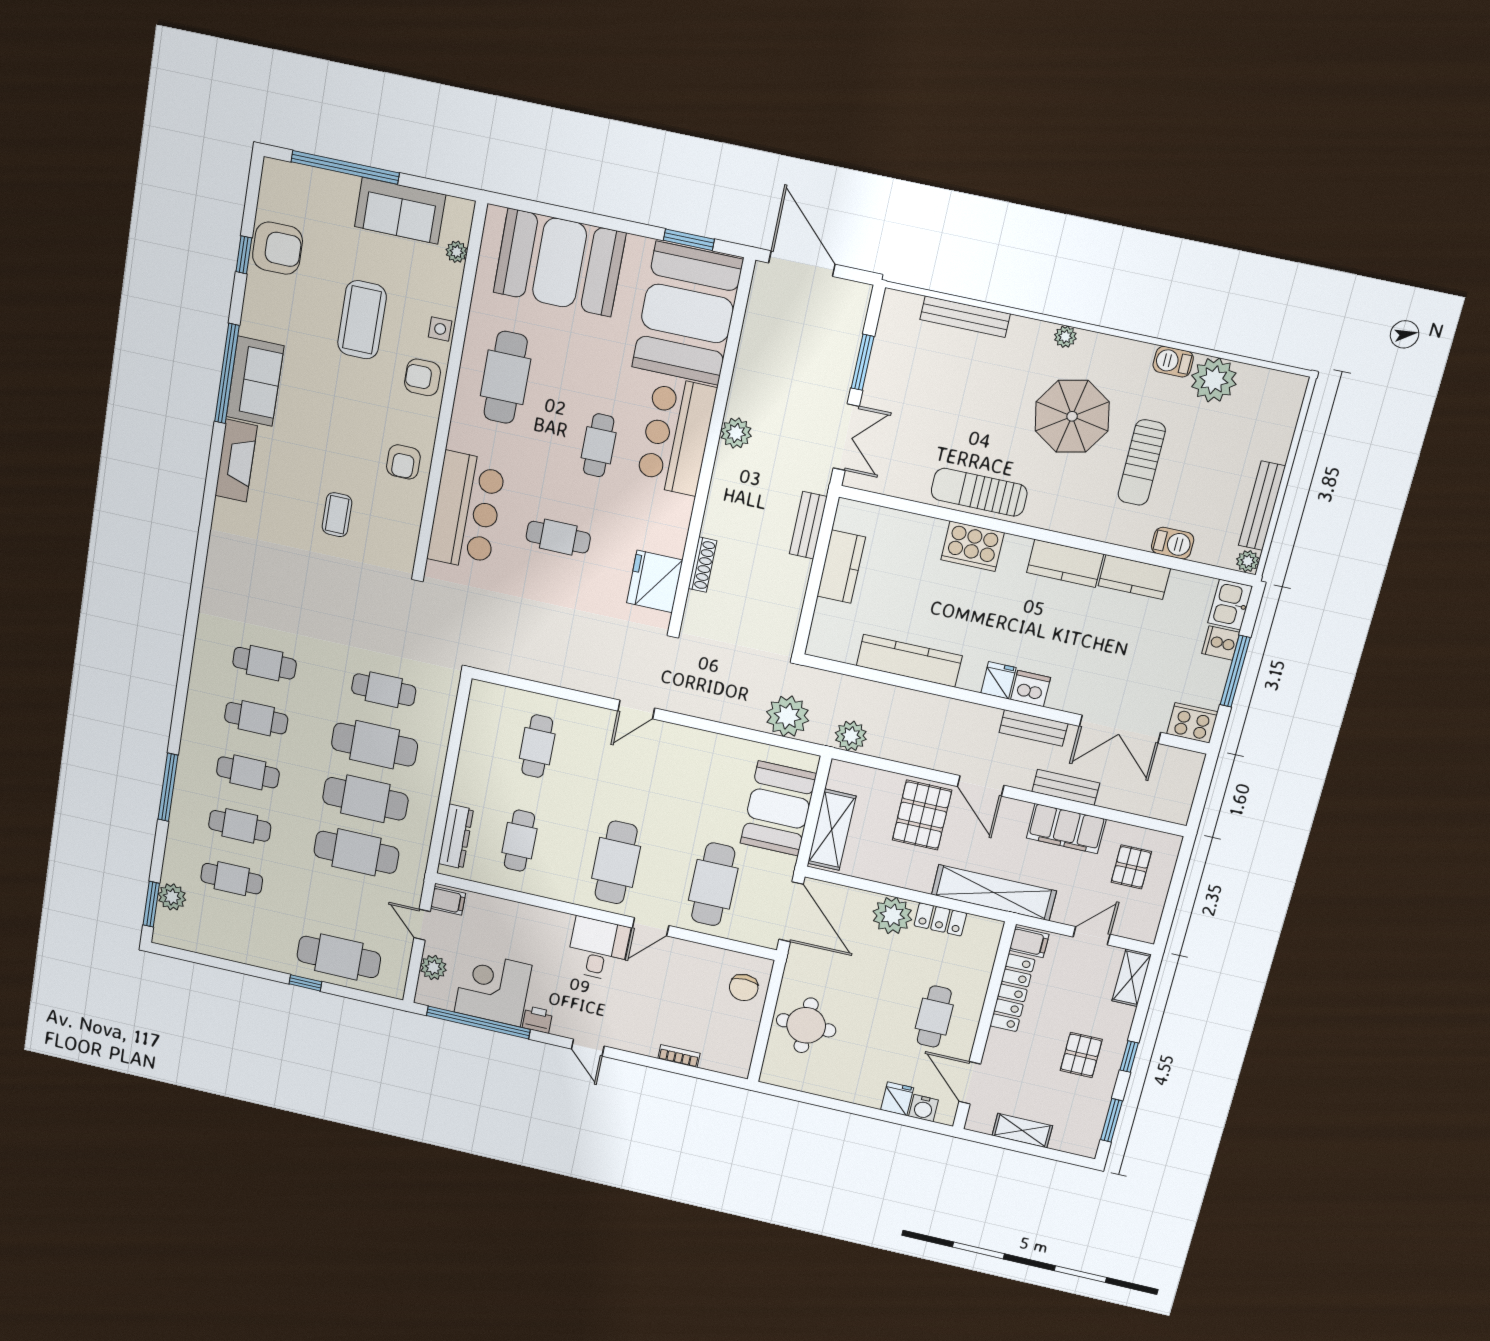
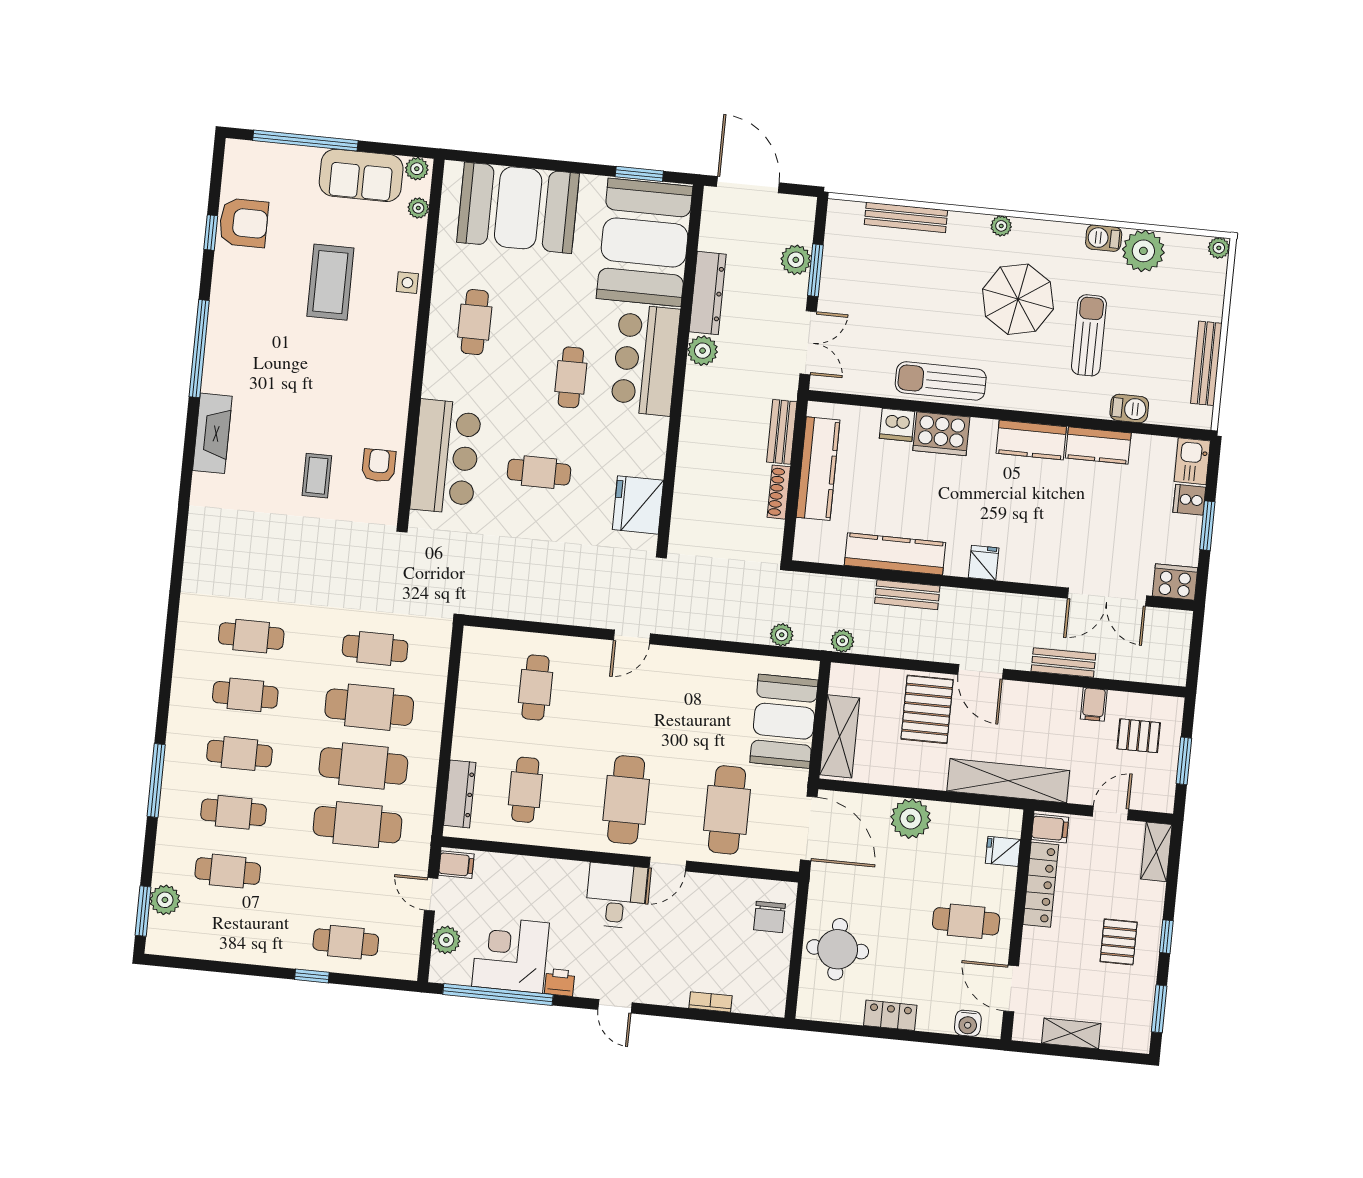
plant: (458, 210) -> (417, 169), added
plant: (843, 349) -> (796, 260), added
dresser: (748, 374) -> (708, 293), added
armchair: (422, 377) -> (393, 331), removed
cafe table: (506, 377) -> (475, 322), width x0.73, depth x0.74
sofa: (255, 381) -> (228, 353), removed
armchair: (403, 462) -> (379, 465), moved, turned 180
sun lounger: (1142, 463) -> (1089, 335), turned 180
plant: (1248, 561) -> (1219, 248), moved
shoe rack: (703, 565) -> (779, 492), moved, turned 180
kitchen counter: (841, 567) -> (818, 469), width x1.50
window: (1235, 671) -> (1207, 526), width x0.69
dishwasher: (1030, 689) -> (897, 425), moved, turned 180
plant: (788, 716) -> (782, 635), width x0.53, depth x0.53
bench: (1033, 728) -> (907, 595), moved
plant: (851, 736) -> (842, 641), width x0.73, depth x0.73
filing cabinet: (1066, 829) -> (1094, 704), width x0.33, depth x0.86
pallet: (1131, 867) -> (1139, 736), turned 90
window: (1173, 896) -> (1184, 761), added
locker: (940, 919) -> (890, 1015), moved, turned 180
cafe table: (339, 957) -> (346, 942), width x0.73, depth x0.74
cafe table: (934, 1017) -> (966, 921), turned 90
fridge: (897, 1099) -> (1003, 851), moved, turned -90

